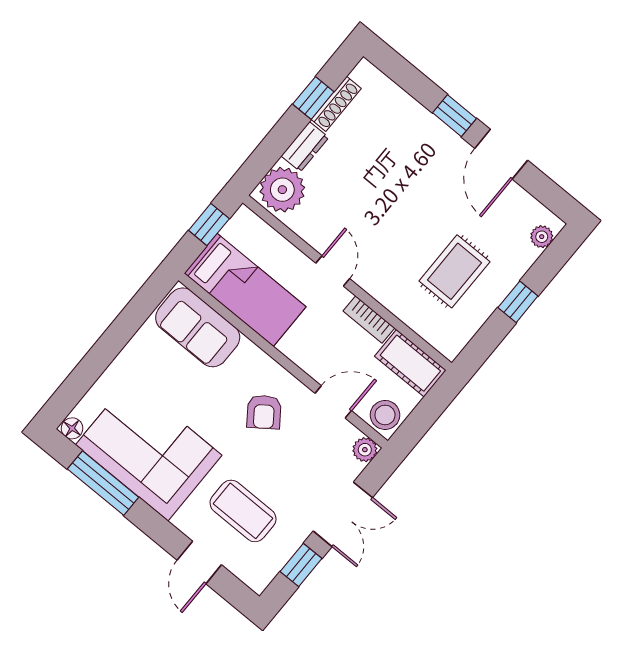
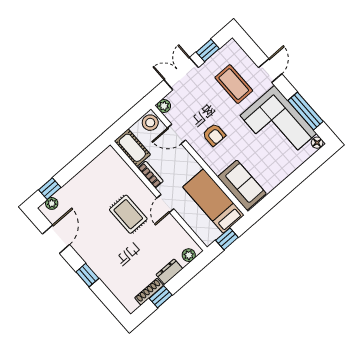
door: (501, 154) -> (56, 239), moved
plant: (282, 190) -> (189, 255), width x0.53, depth x0.53
rug: (454, 271) -> (128, 214), moved, turned 90
window: (518, 302) -> (50, 189), moved
armchair: (264, 412) -> (214, 135), turned 126
door: (199, 562) -> (270, 71), moved

